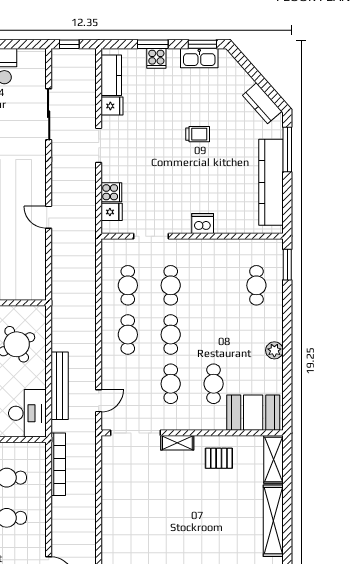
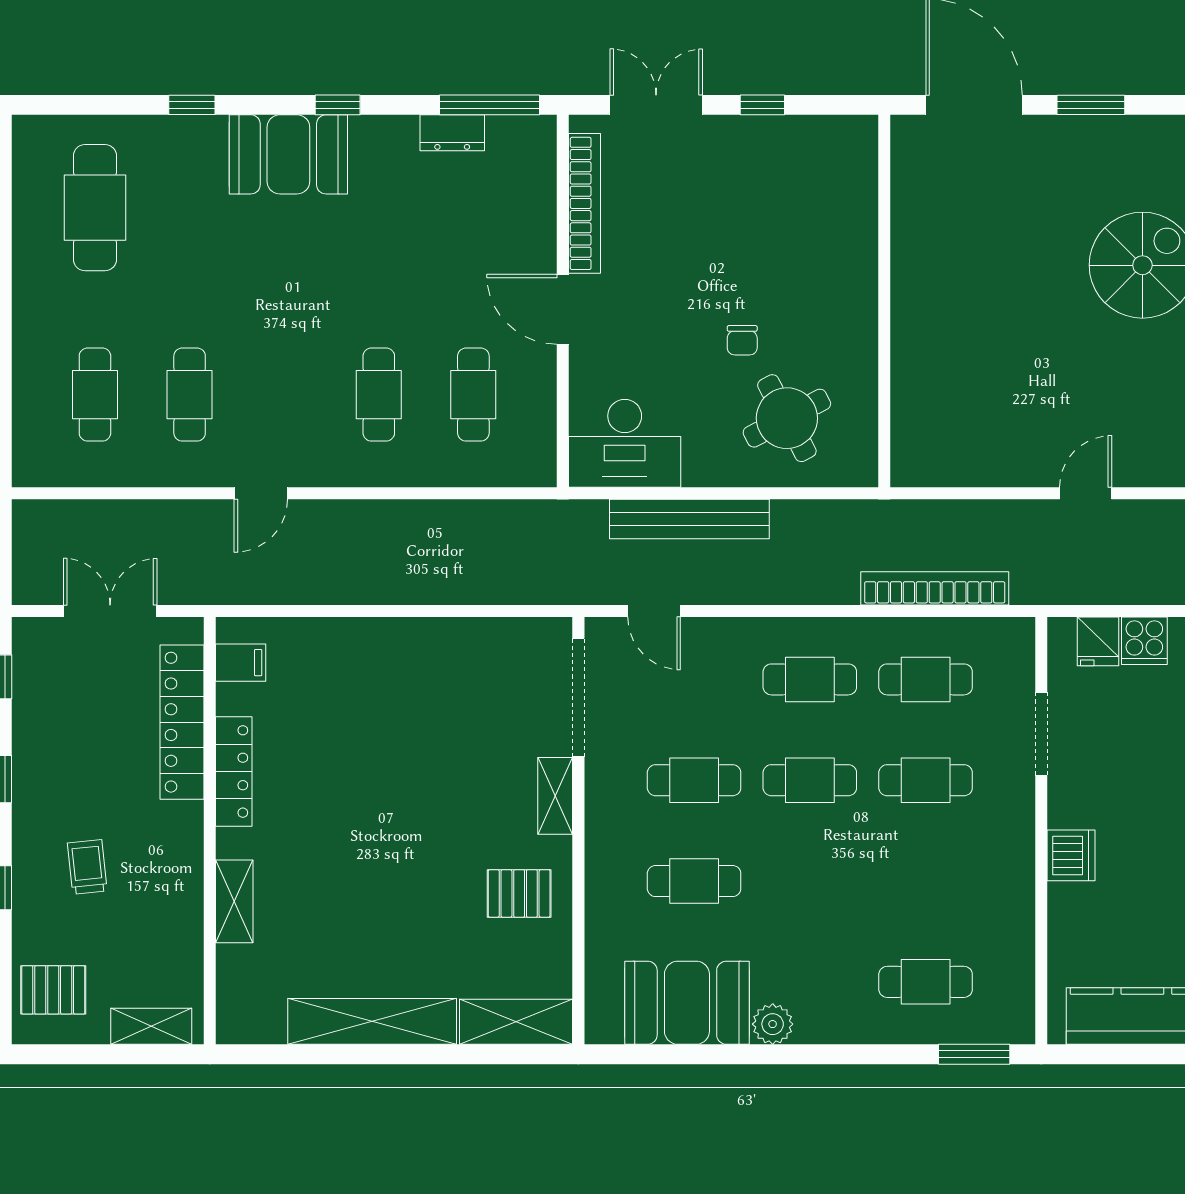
booth: (253, 413) -> (687, 1003), moved, turned 90
pallet: (219, 458) -> (519, 893), turned 90
bookcase: (58, 464) -> (935, 588), moved, turned 180

